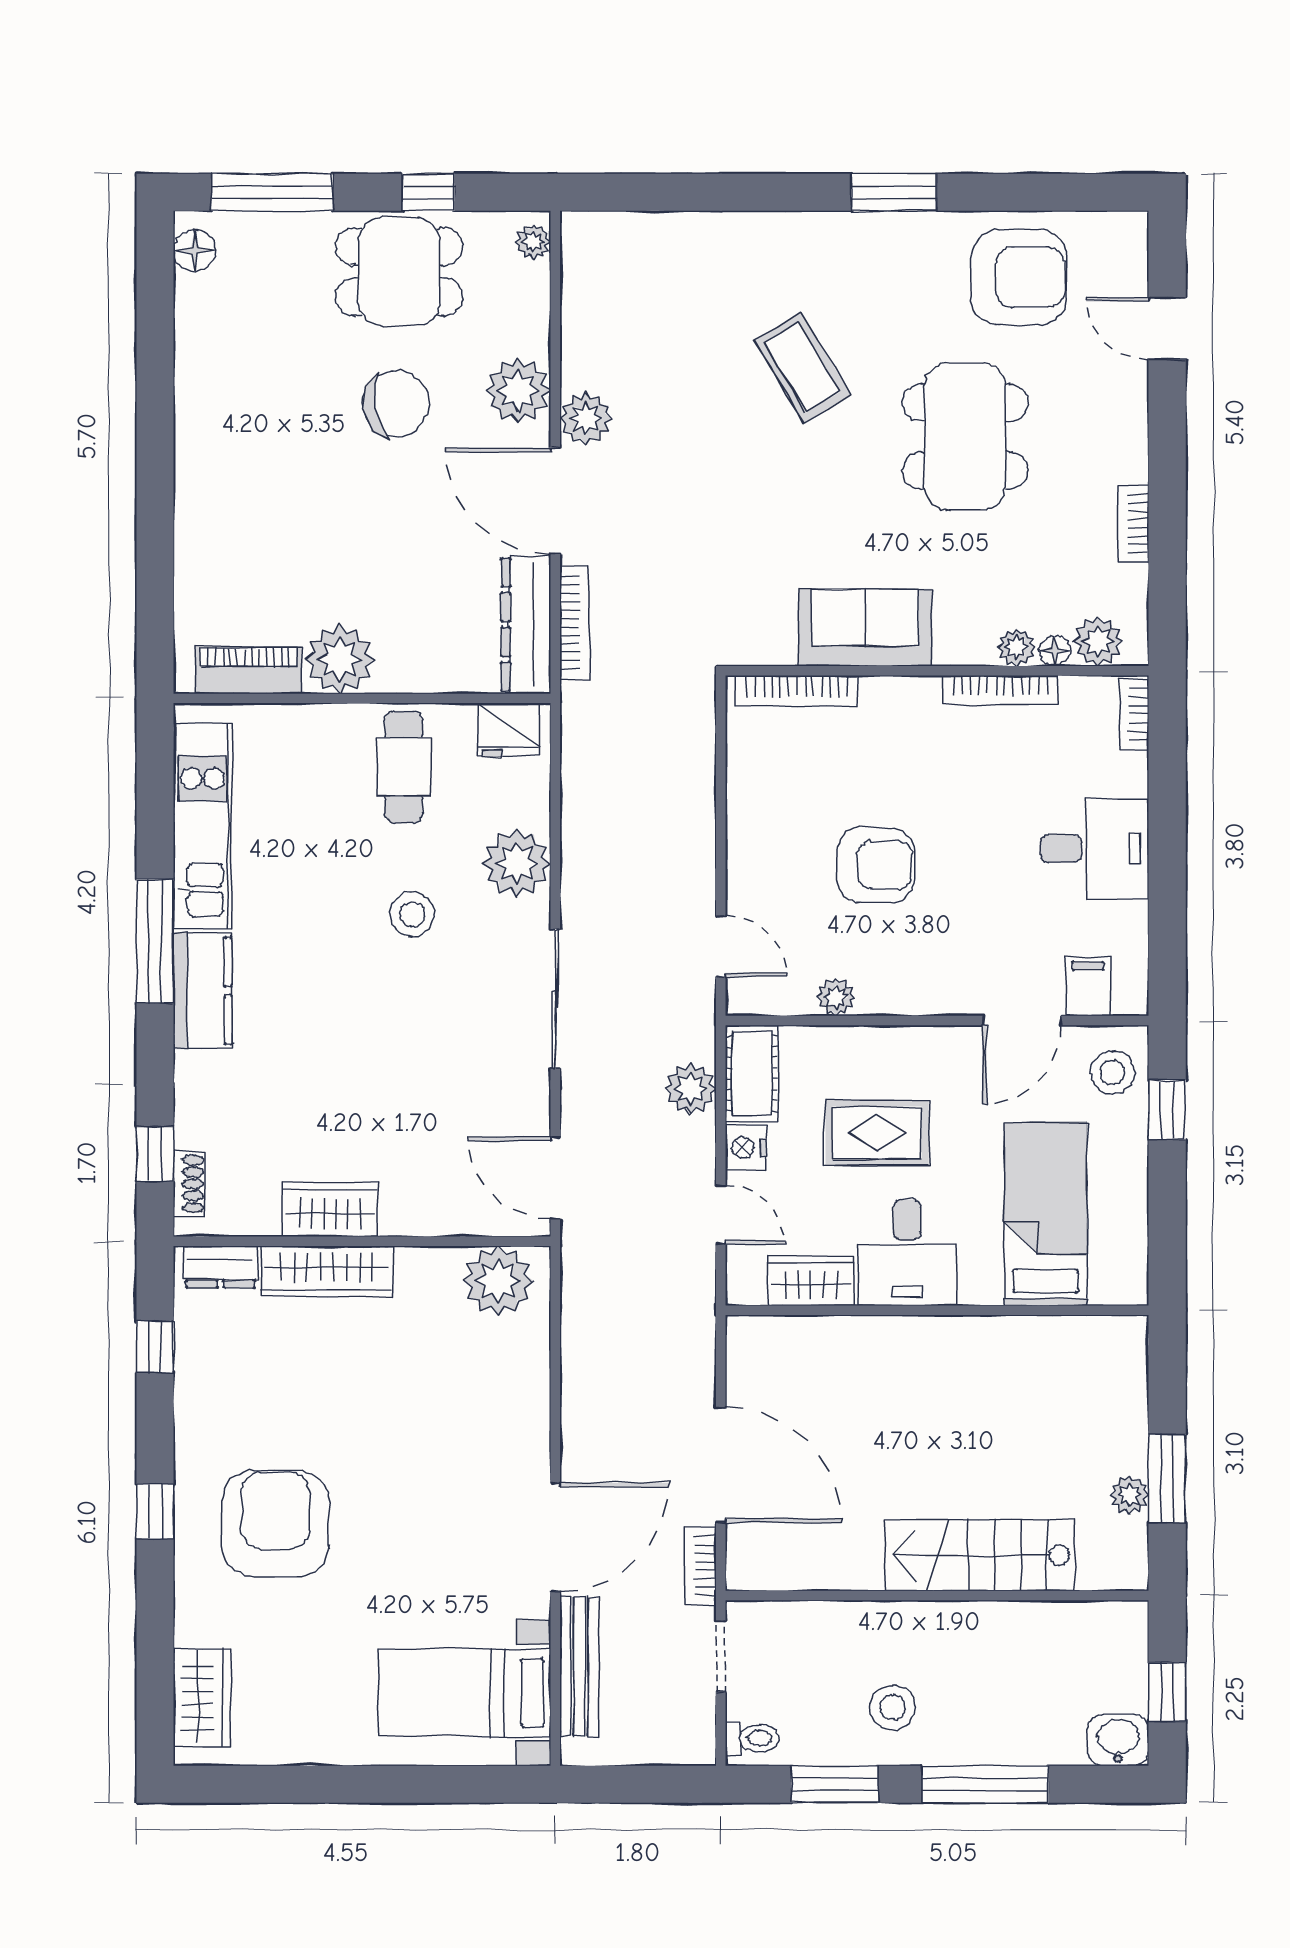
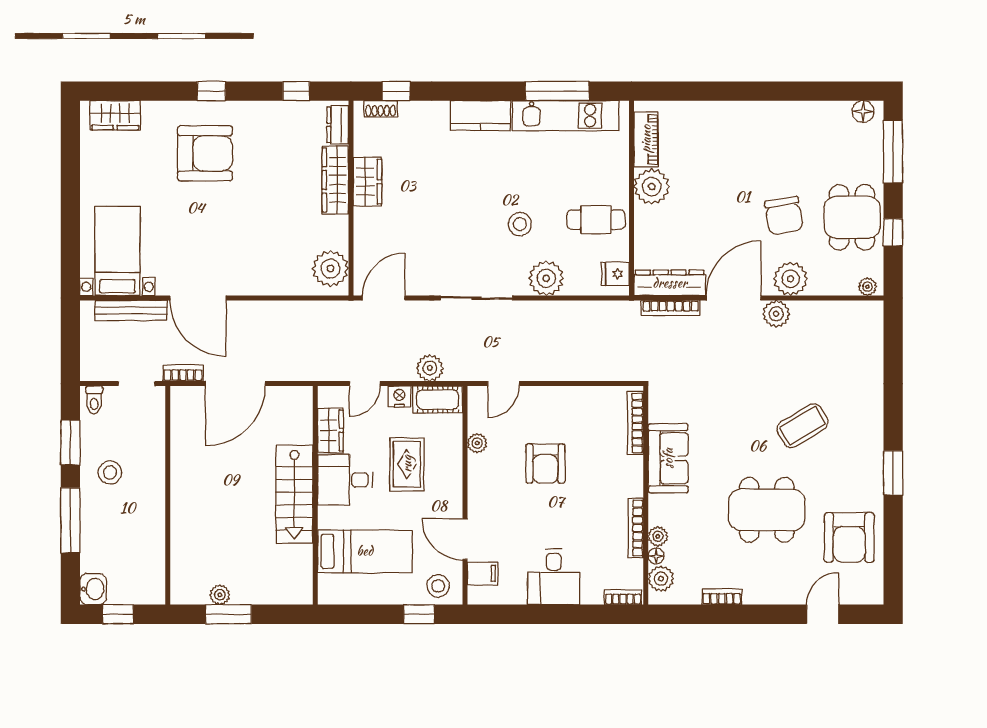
fridge: (508, 730) -> (615, 274), width x0.72
window: (155, 941) -> (557, 91), moved
stairs: (980, 1555) -> (294, 494), moved, turned 180

